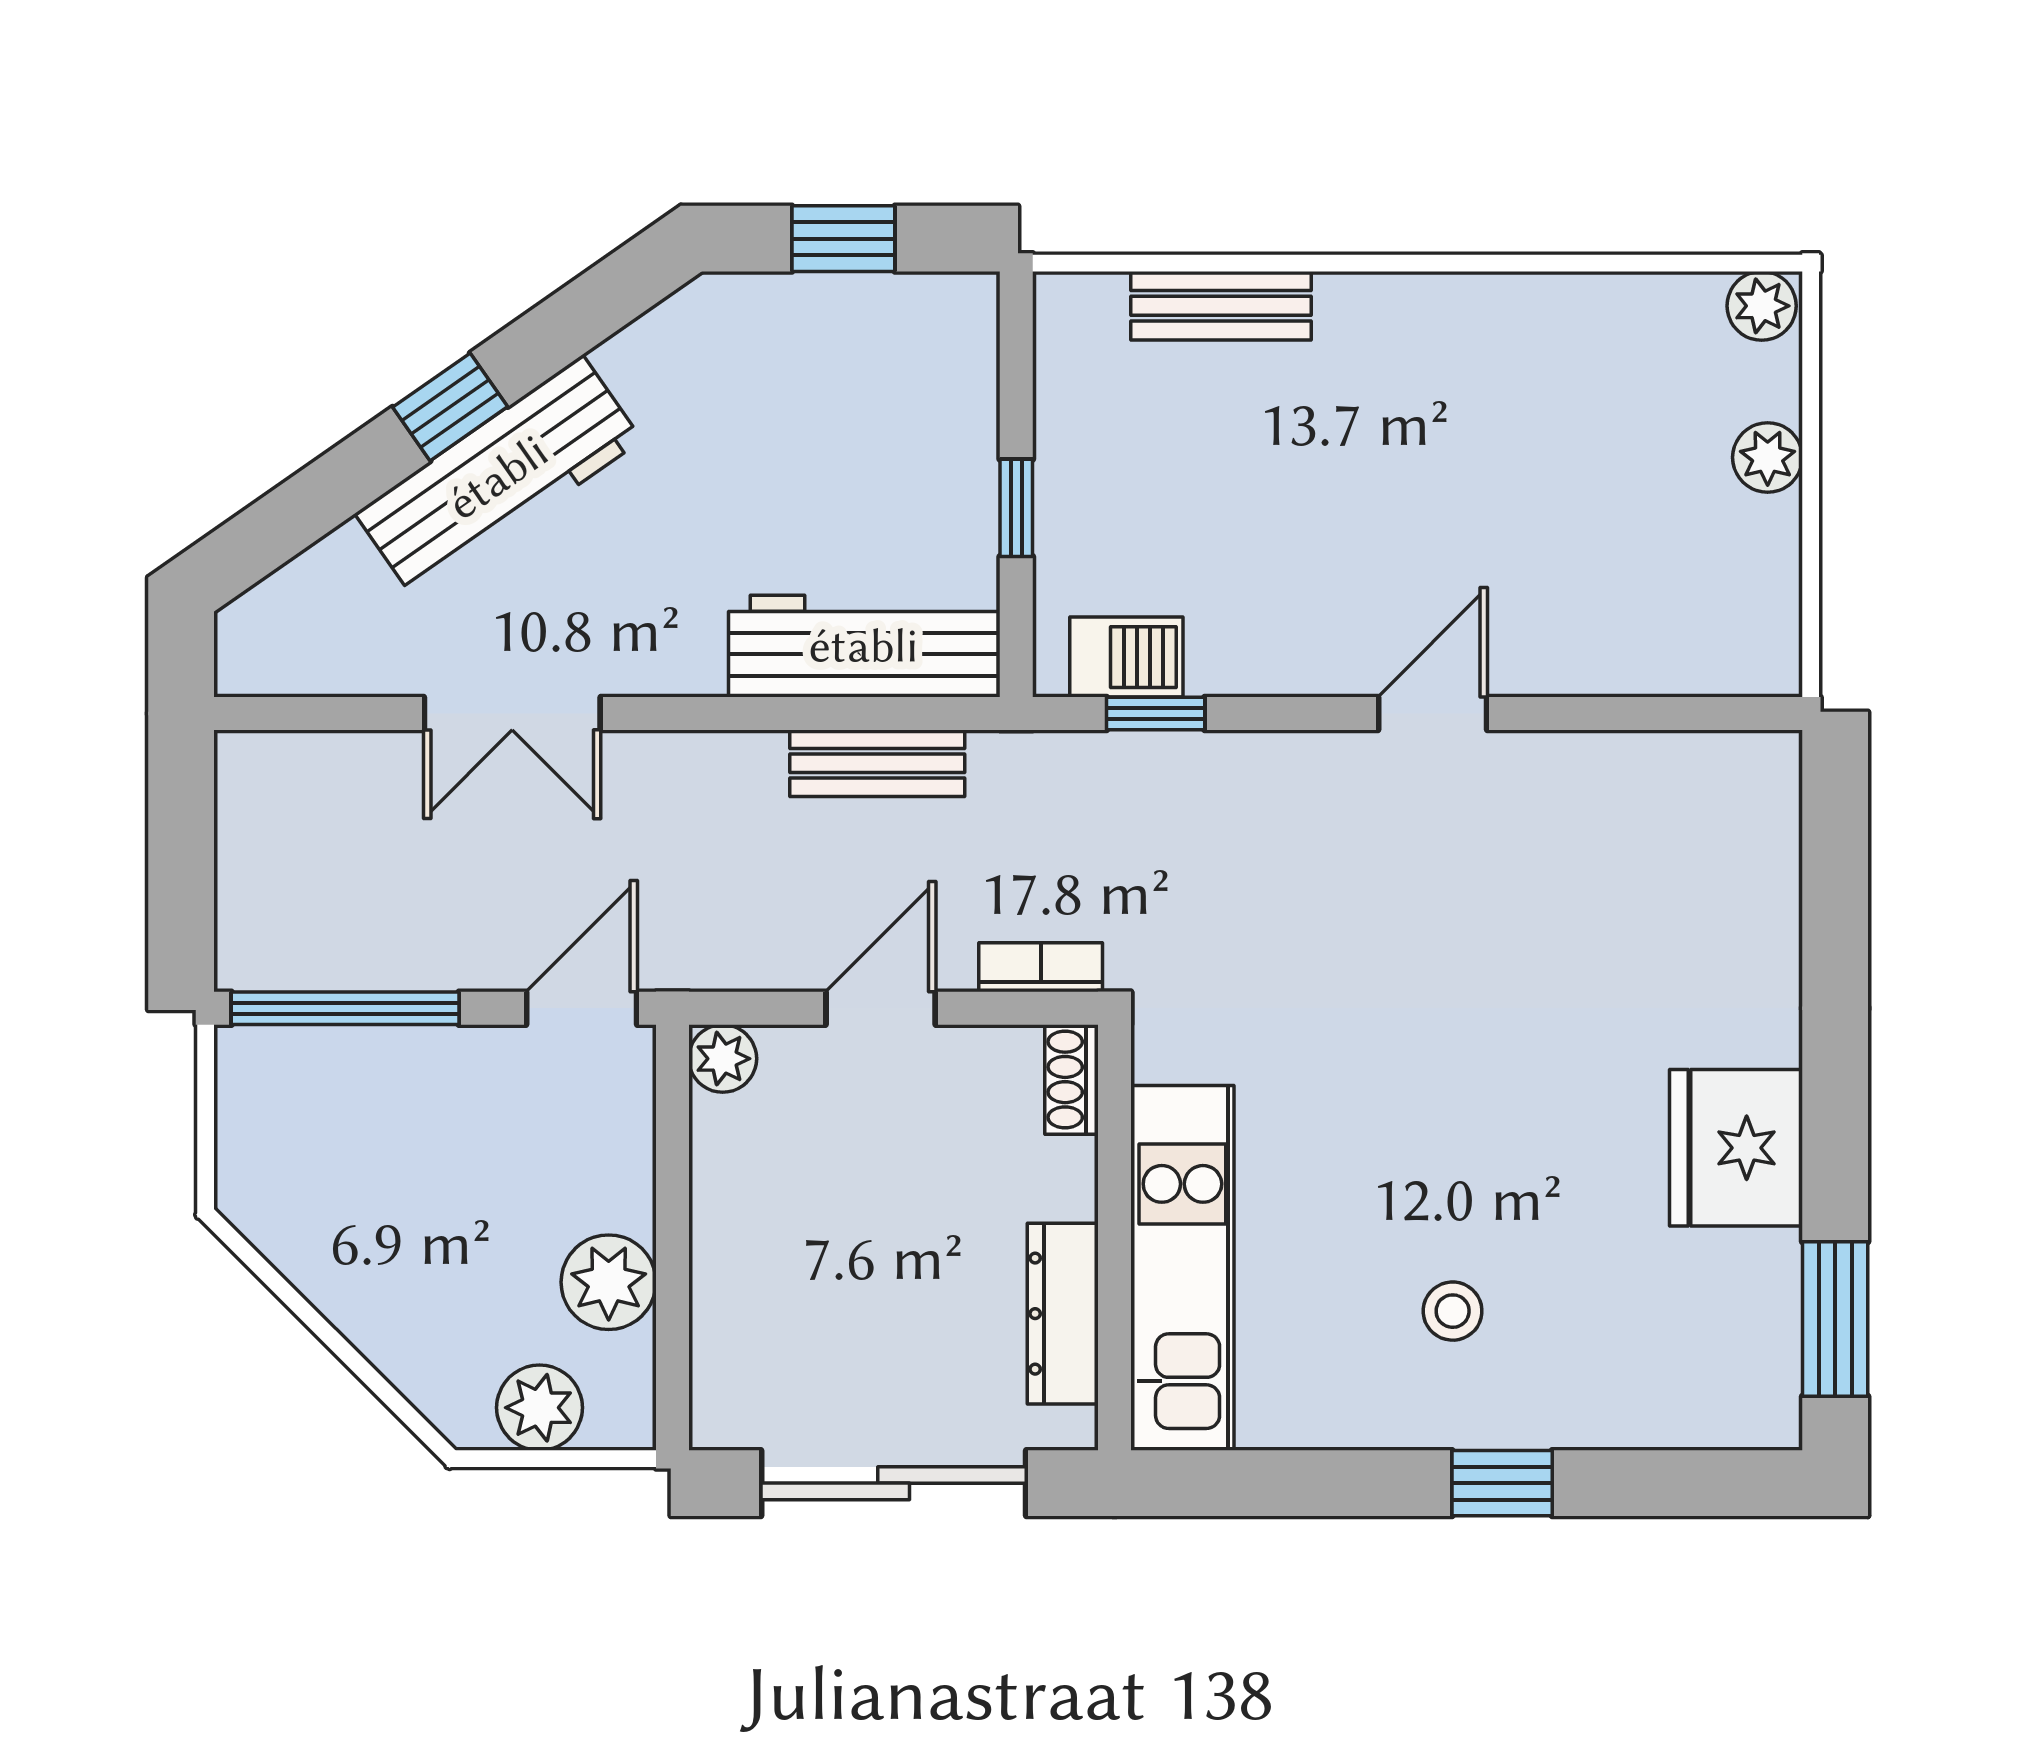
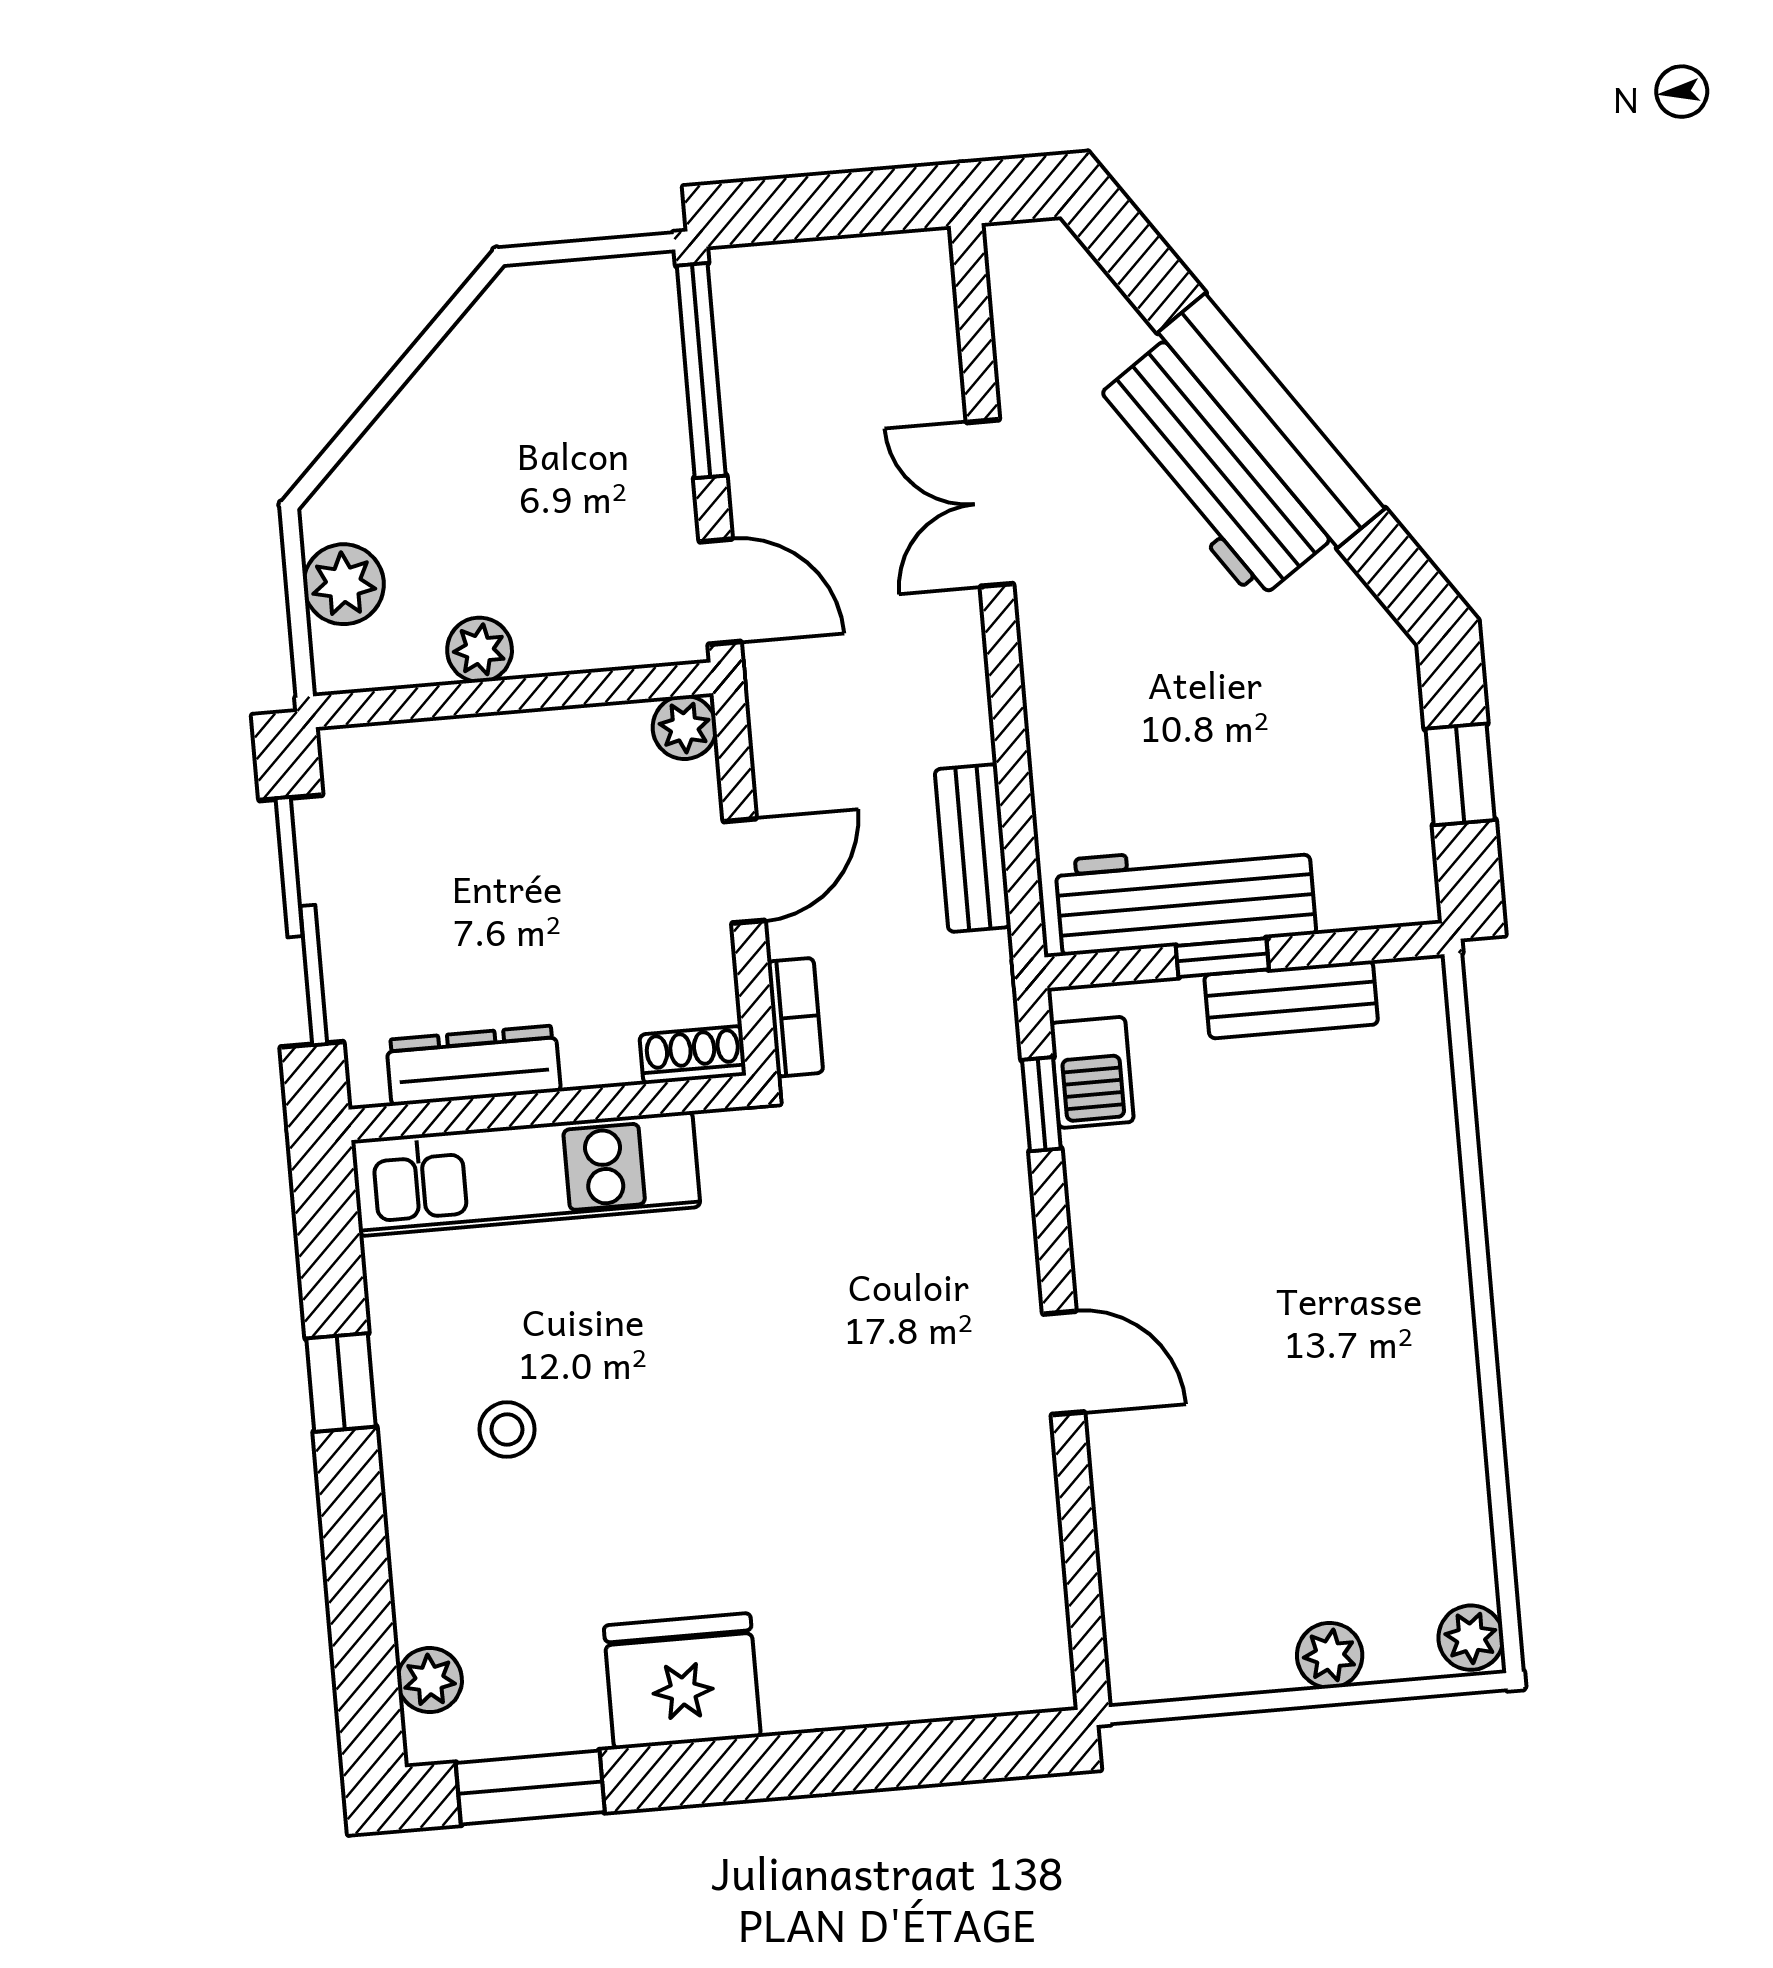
bench: (1221, 306) -> (1291, 1000), moved, turned 90
window: (450, 407) -> (1271, 420), width x3.17
workbench: (864, 646) -> (1186, 897), moved, turned -90
door: (881, 1008) -> (744, 871), hinge flipped
plant: (609, 1282) -> (480, 650), width x0.73, depth x0.73
plant: (1712, 1416) -> (430, 1680), added
window: (1502, 1483) -> (341, 1383), moved

